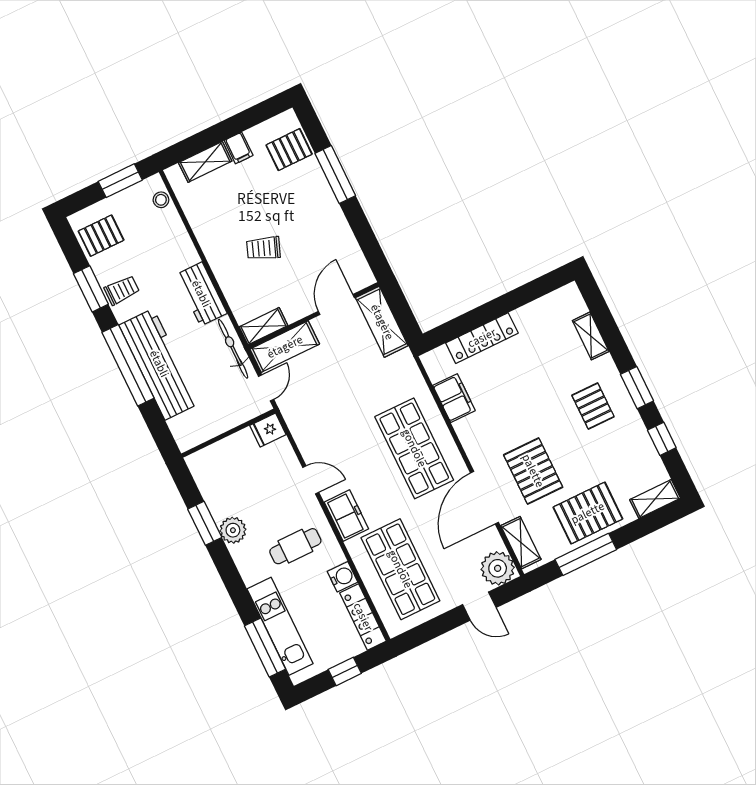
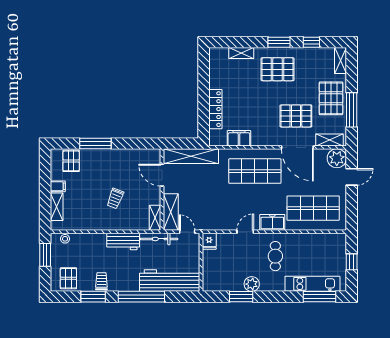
shelving: (382, 322) -> (191, 156), width x1.47
workbench: (159, 364) -> (170, 281), moved
pallet: (593, 406) -> (278, 69), width x1.50, depth x1.42
water cooler: (342, 577) -> (303, 240), removed
locker: (363, 617) -> (328, 239), removed

